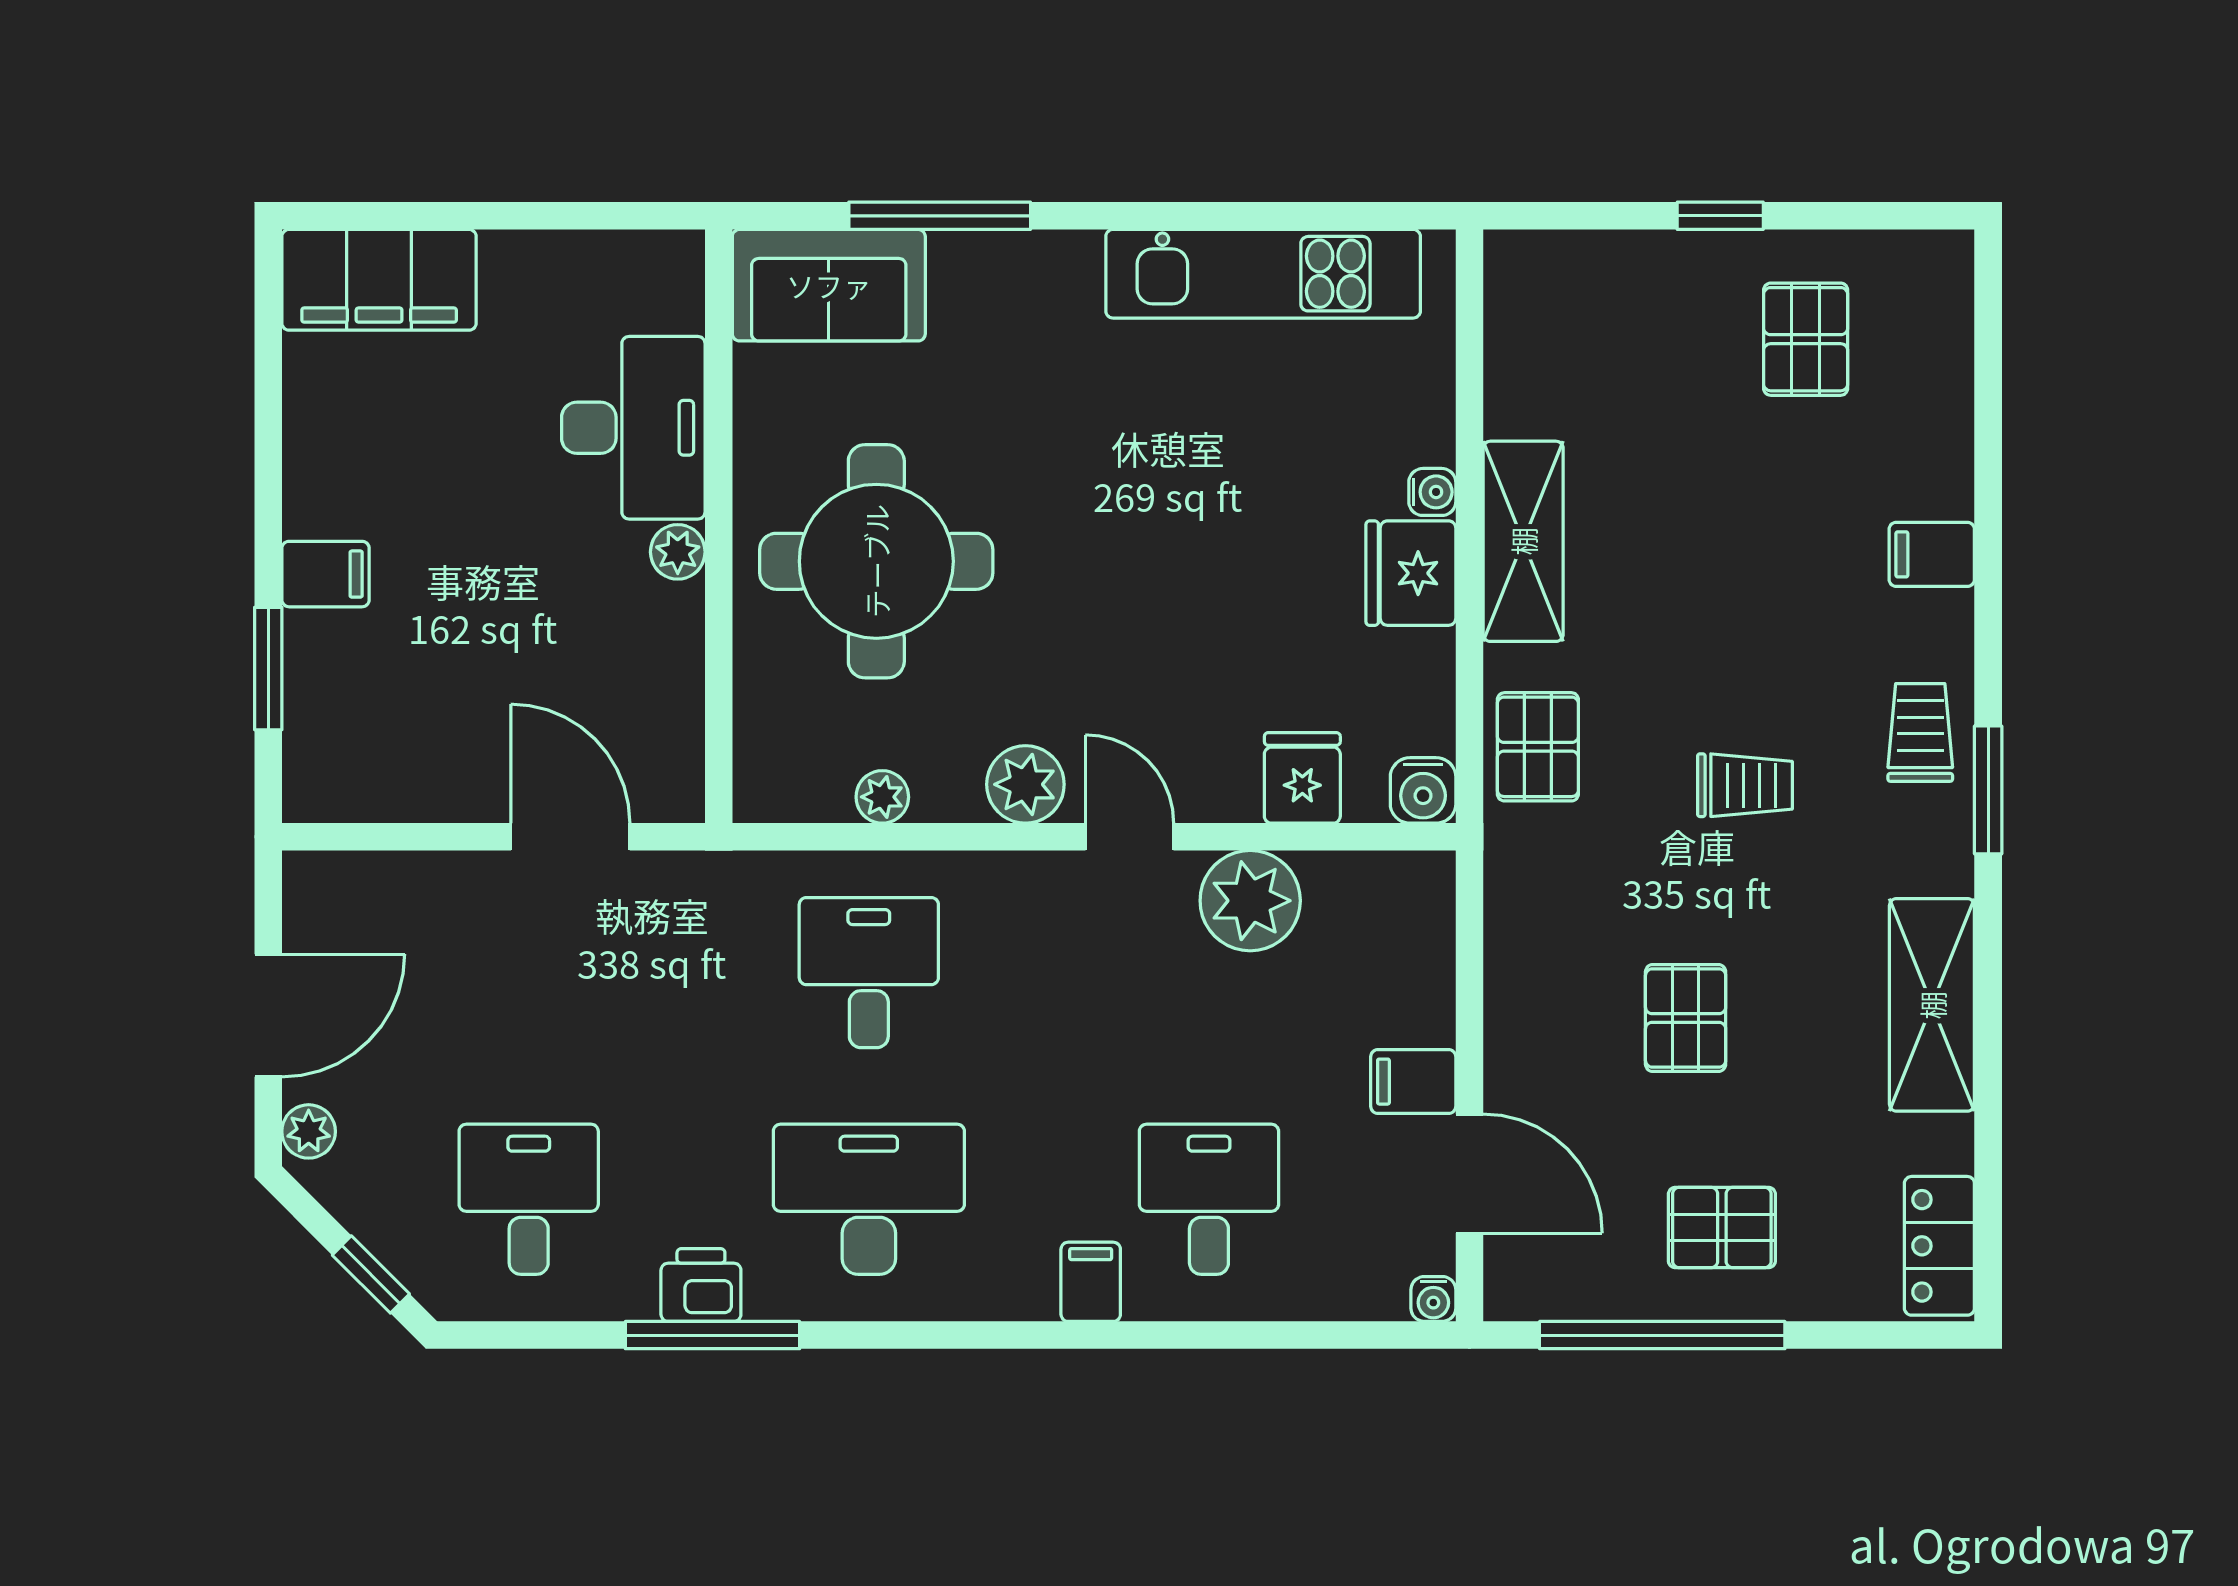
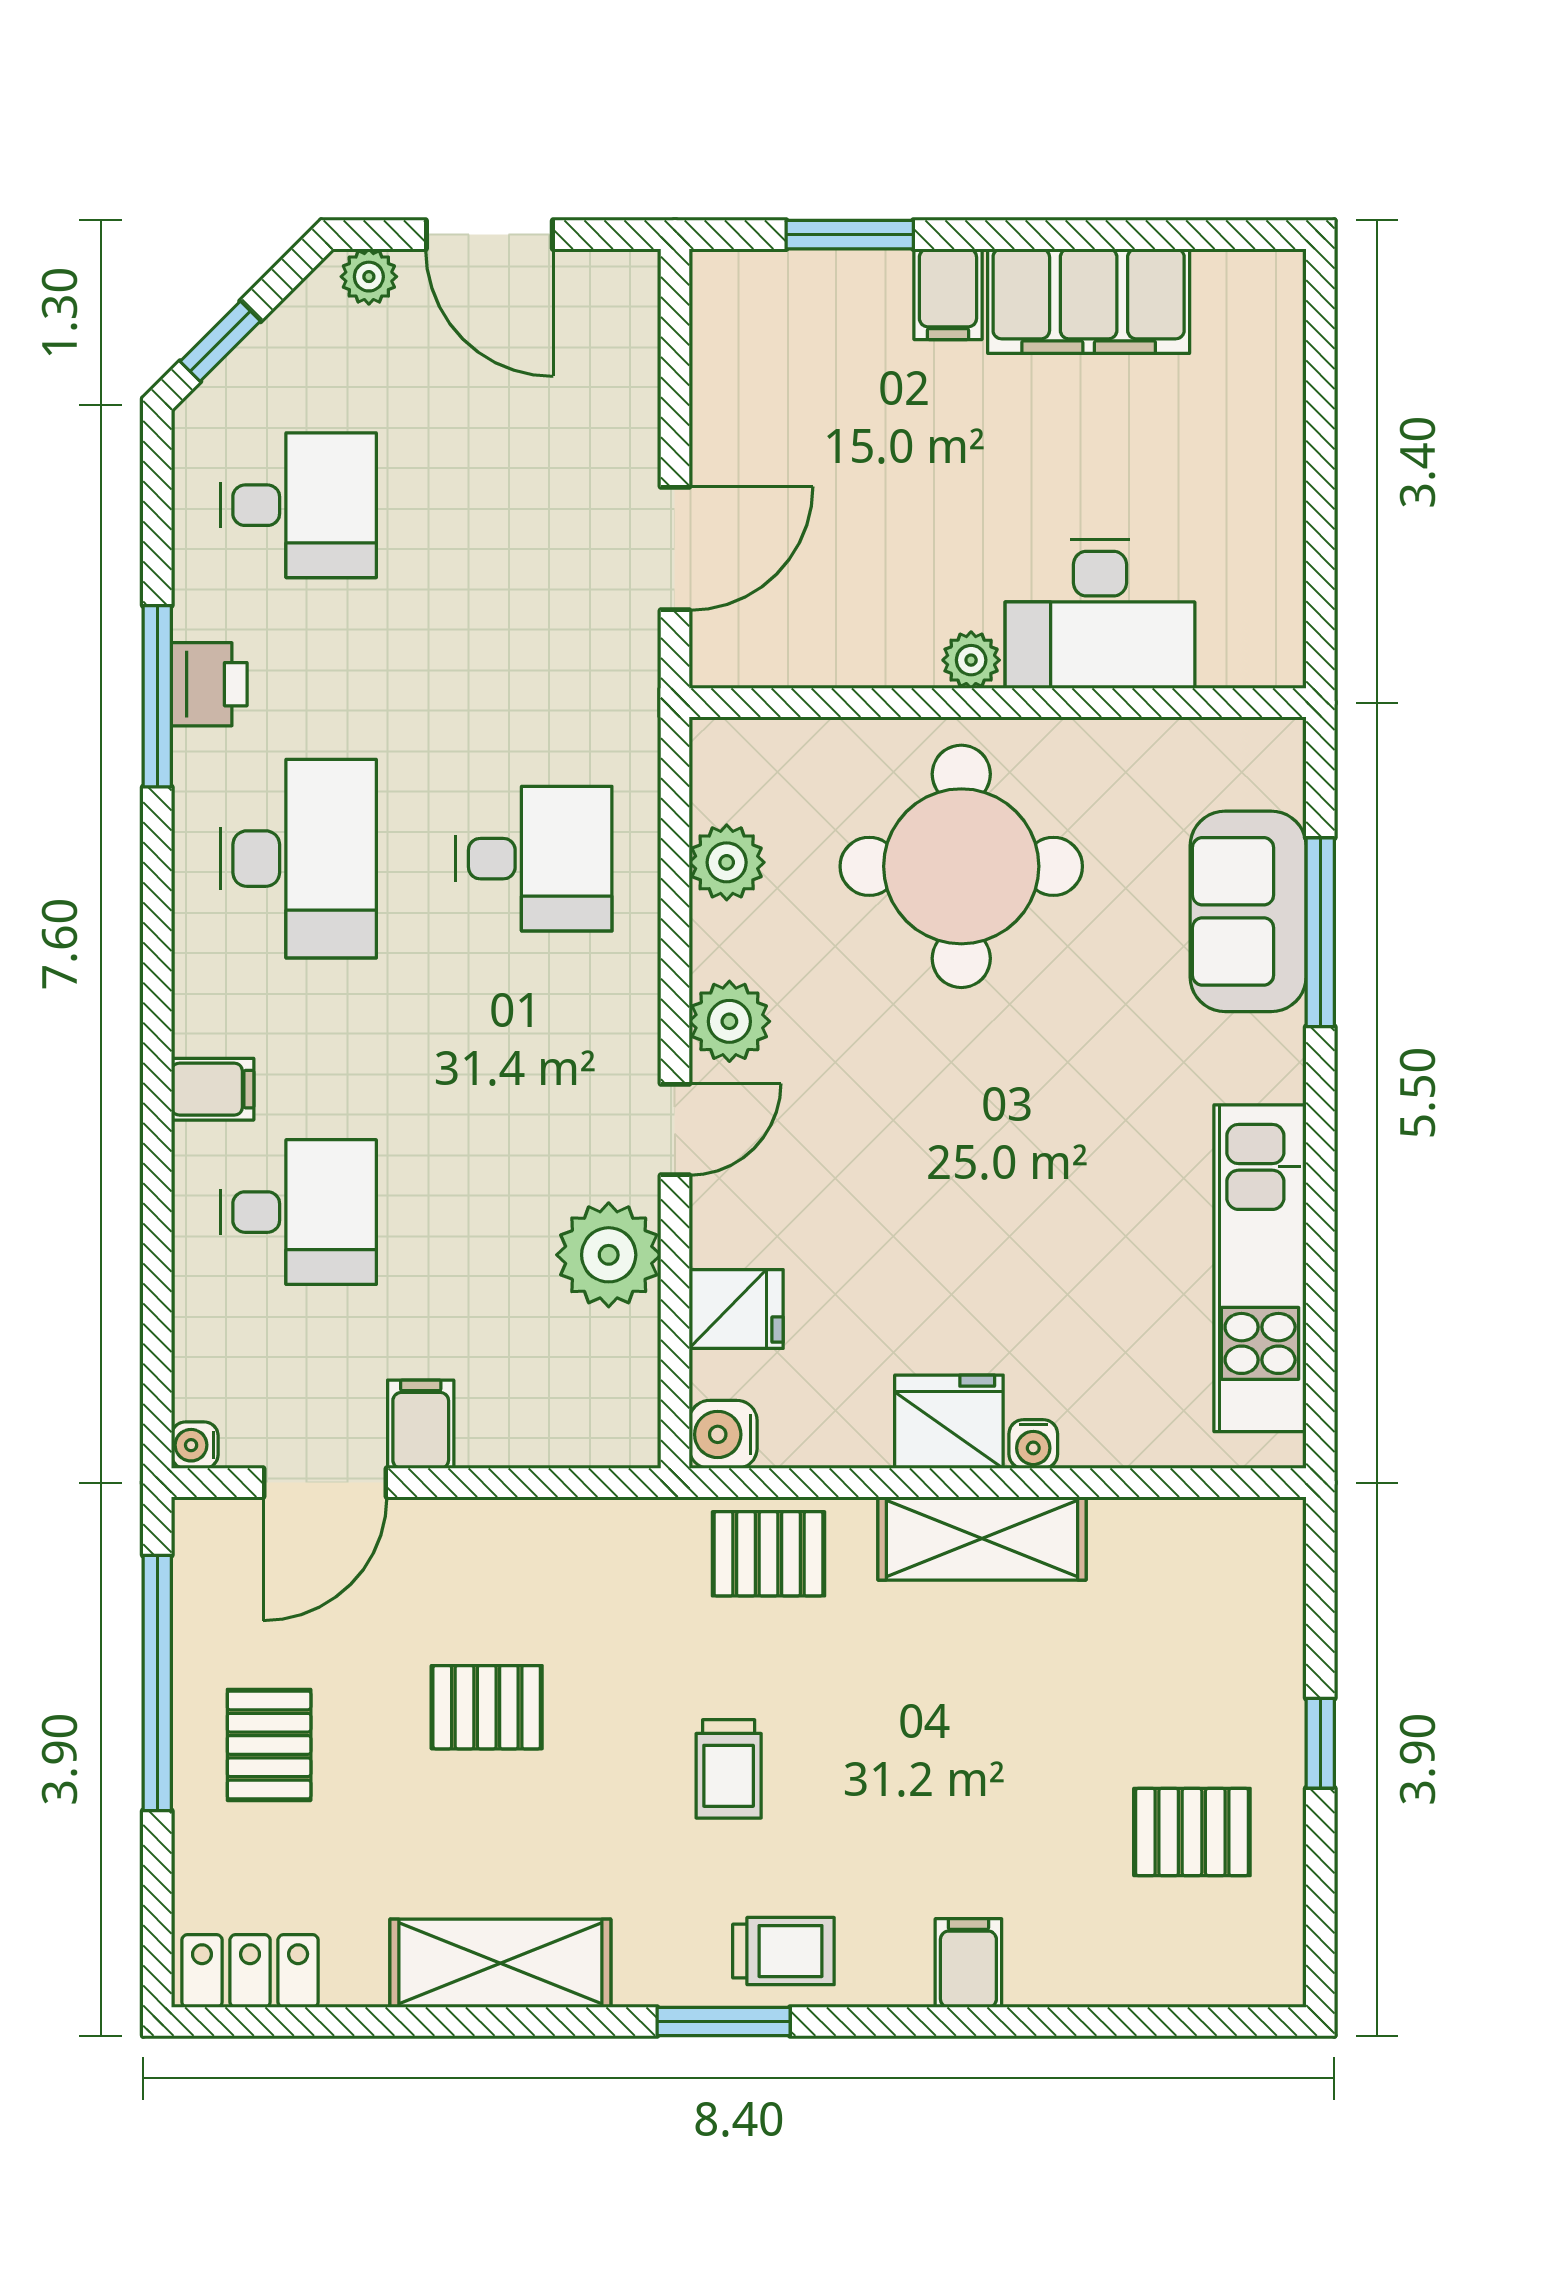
filing cabinet: (379, 280) -> (1089, 301), moved, turned -90
sofa: (829, 285) -> (1248, 911), moved
plant: (882, 797) -> (727, 862), width x1.38, depth x1.38

